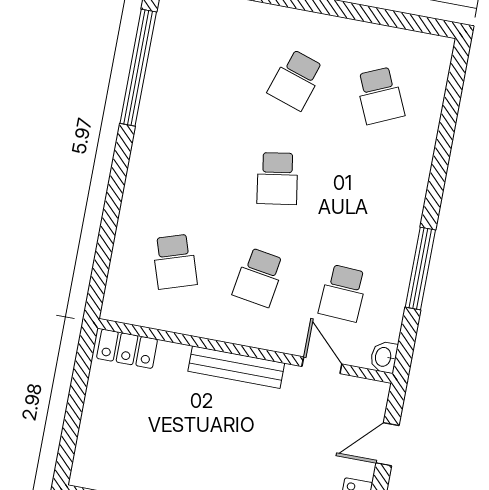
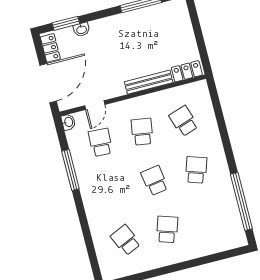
school desk: (193, 163) -> (196, 170), added
door: (322, 365) -> (95, 105), hinge flipped
bench: (236, 367) -> (149, 82), moved
door: (388, 444) -> (48, 83), width x1.87

